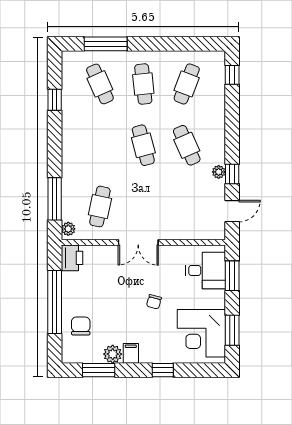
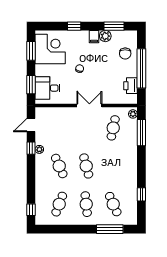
printer: (72, 258) -> (131, 86), moved

